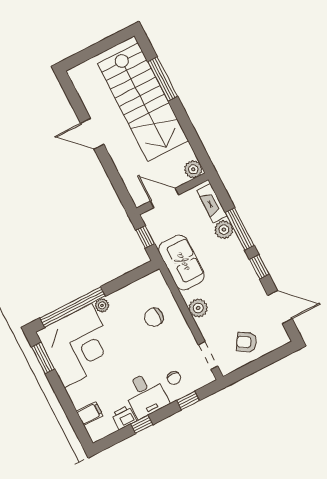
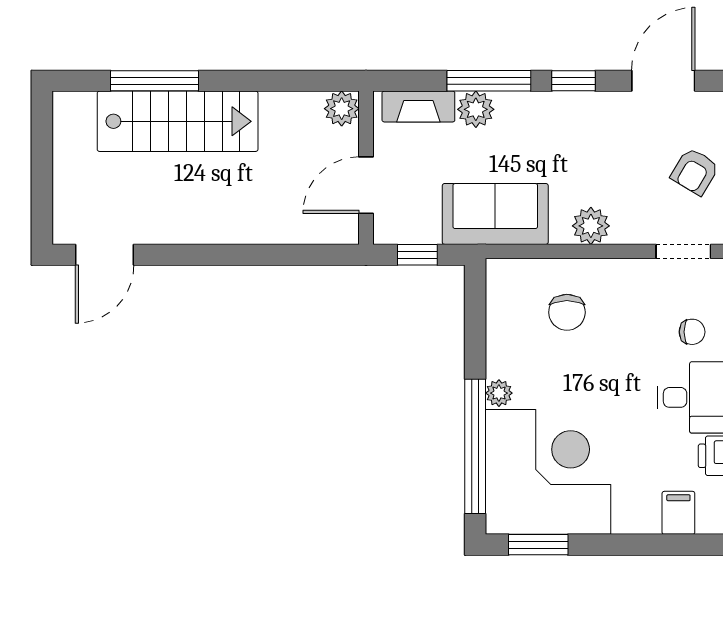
stairs: (143, 102) -> (178, 121), width x0.73, depth x0.66
door: (92, 134) -> (104, 255), moved

